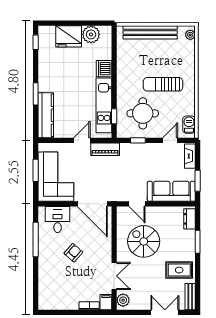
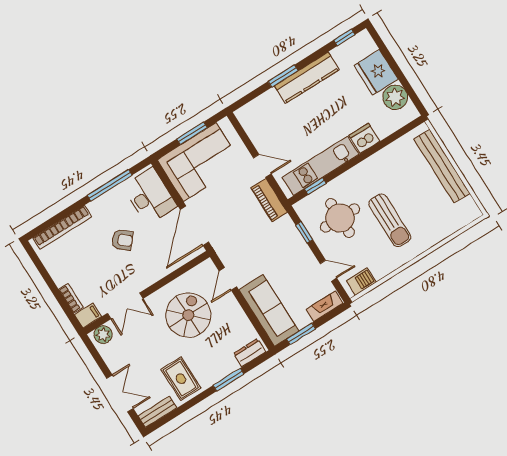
plant: (190, 35) -> (469, 216), removed
sun lounger: (163, 84) -> (390, 220), turned 180
kitchen counter: (46, 115) -> (307, 78), moved
desk: (58, 219) -> (150, 196), width x1.37
bookcase: (43, 284) -> (62, 227), added

